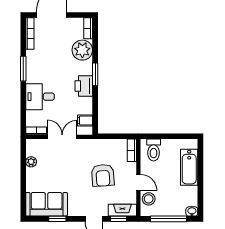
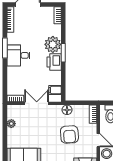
plant: (82, 50) -> (53, 44), moved
desk: (40, 97) -> (18, 55), moved
floor lamp: (100, 145) -> (67, 110), added

